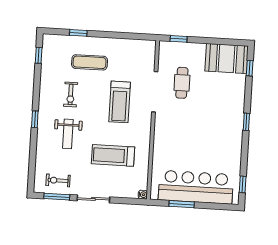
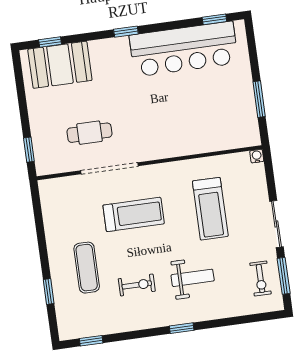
booth: (227, 58) -> (60, 65), moved, turned 90
bar counter: (196, 187) -> (184, 49), moved, turned -90

